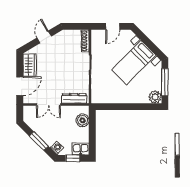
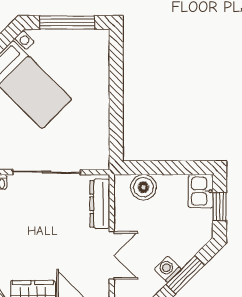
plant: (155, 97) -> (97, 42), removed
washing machine: (57, 148) -> (168, 269), moved

